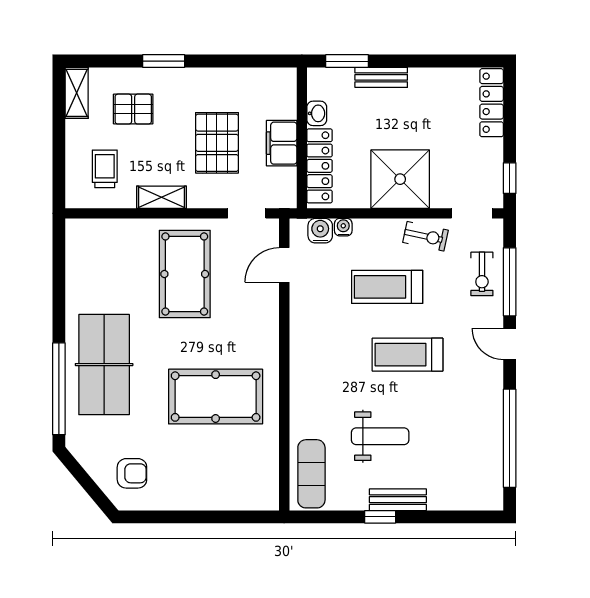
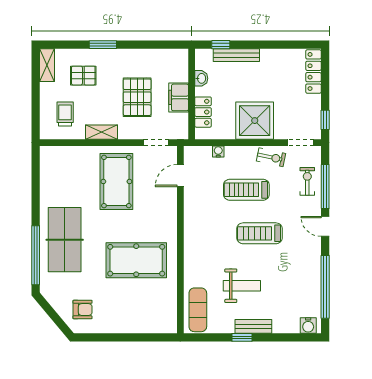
window: (347, 61) -> (221, 45), width x0.67
bench: (381, 77) -> (236, 55), width x1.36
locker: (320, 166) -> (203, 112), width x0.66
water cooler: (320, 231) -> (308, 326), moved, turned 180
exercise bike: (482, 274) -> (307, 181), turned 180

